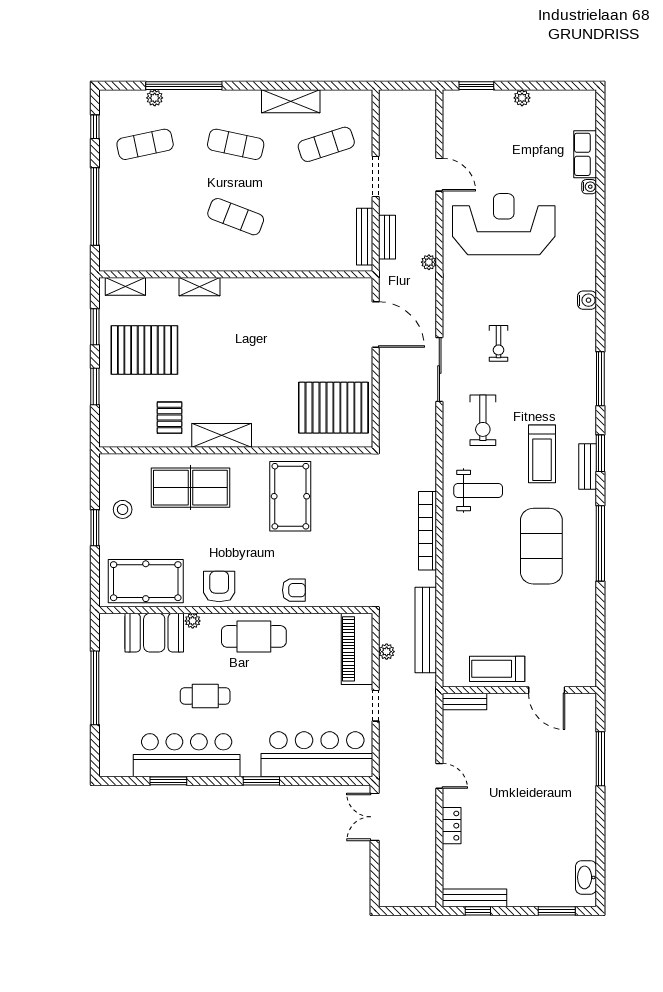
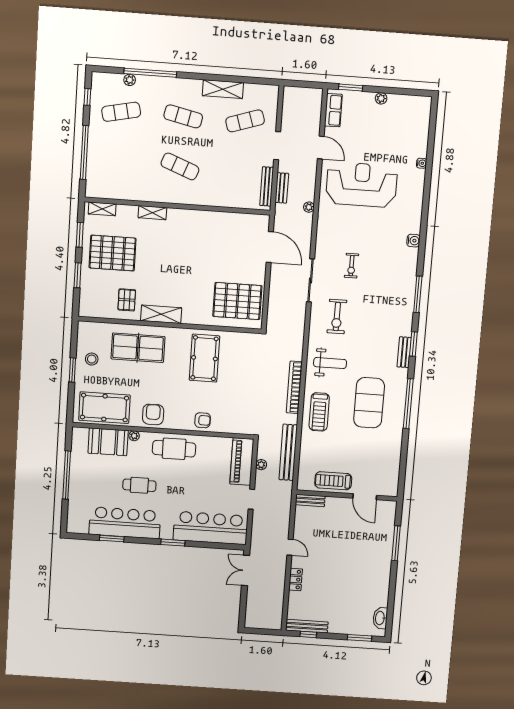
row of seats: (585, 154) -> (333, 110), moved, turned 180
treadmill: (542, 454) -> (319, 412), moved

